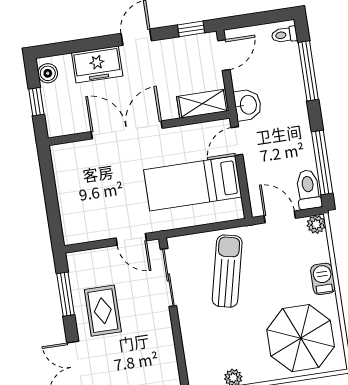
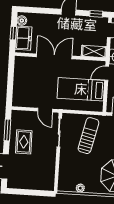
freezer: (97, 64) -> (23, 38), moved, turned -90

